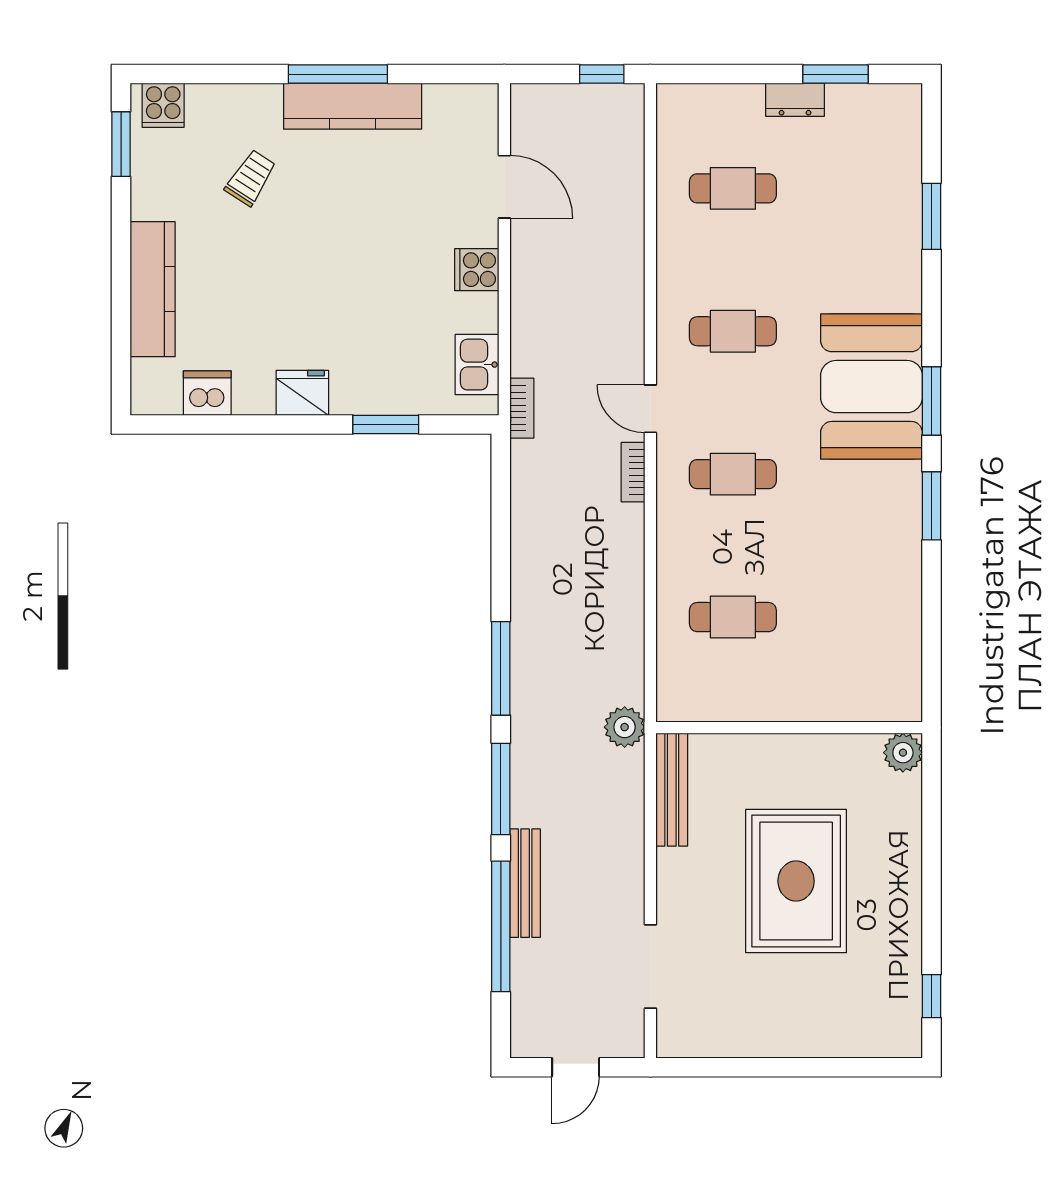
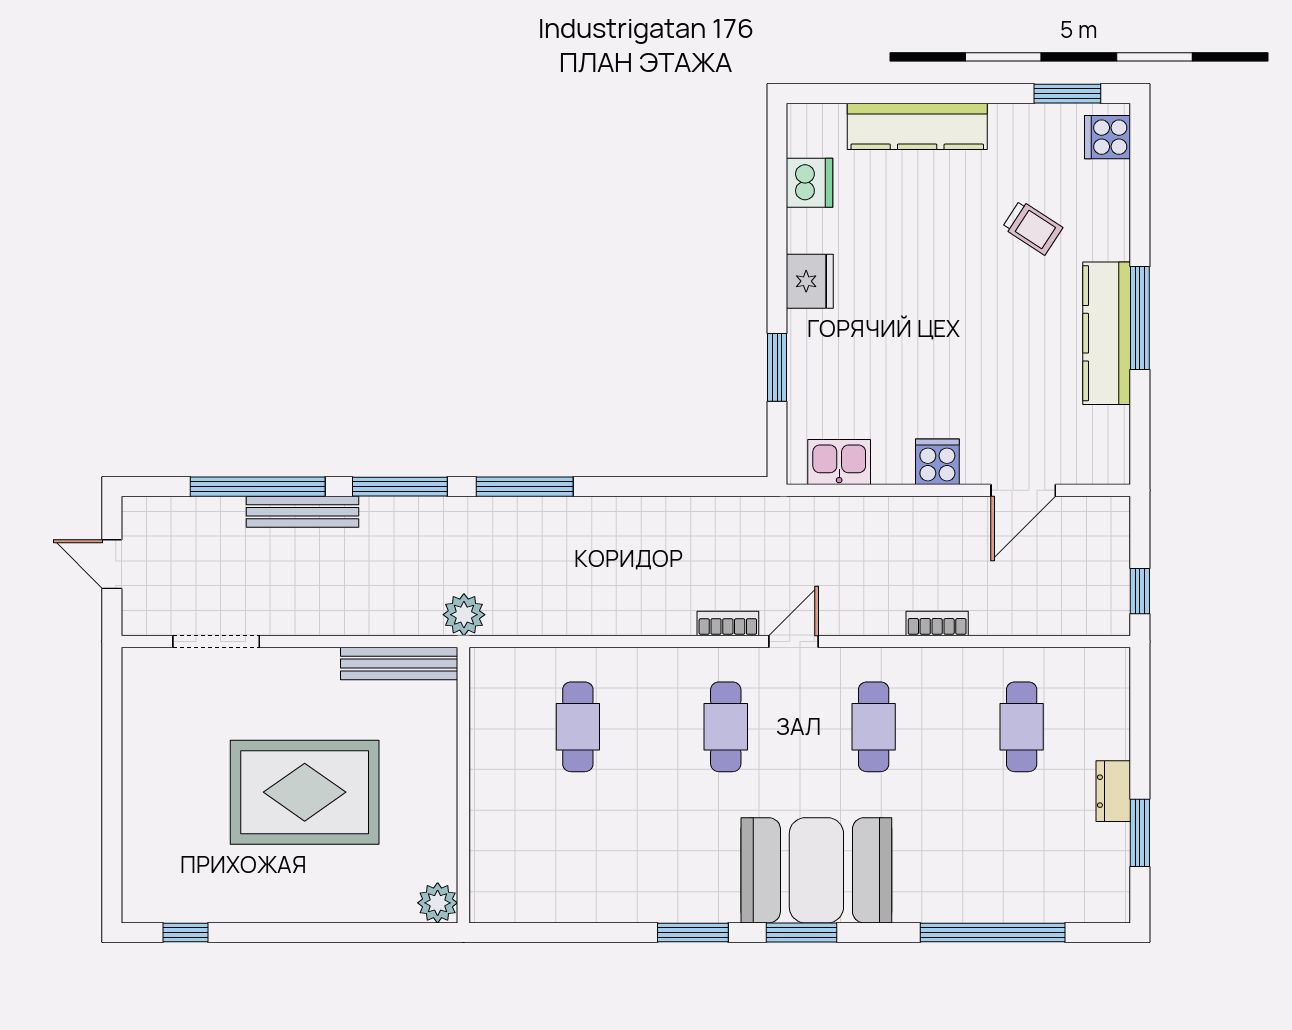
window: (932, 216) -> (993, 932), width x2.11
bookcase: (522, 408) -> (937, 623), moved, turned 180

